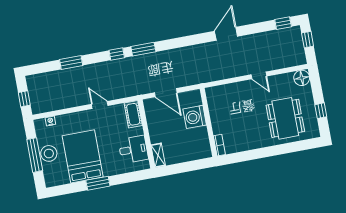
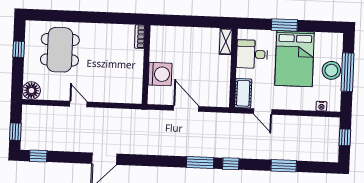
cot: (133, 114) -> (243, 93), moved
wall: (146, 134) -> (233, 68), moved
desk: (133, 149) -> (252, 54), moved
shelving: (158, 155) -> (226, 41), moved

